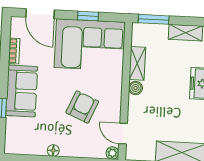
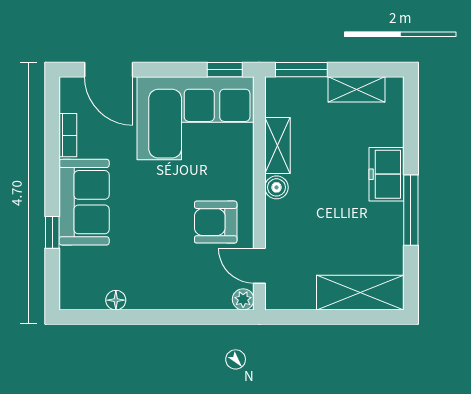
window: (88, 16) -> (225, 70), moved
armchair: (82, 107) -> (216, 222), moved, turned -113
floor lamp: (53, 150) -> (116, 300), moved

